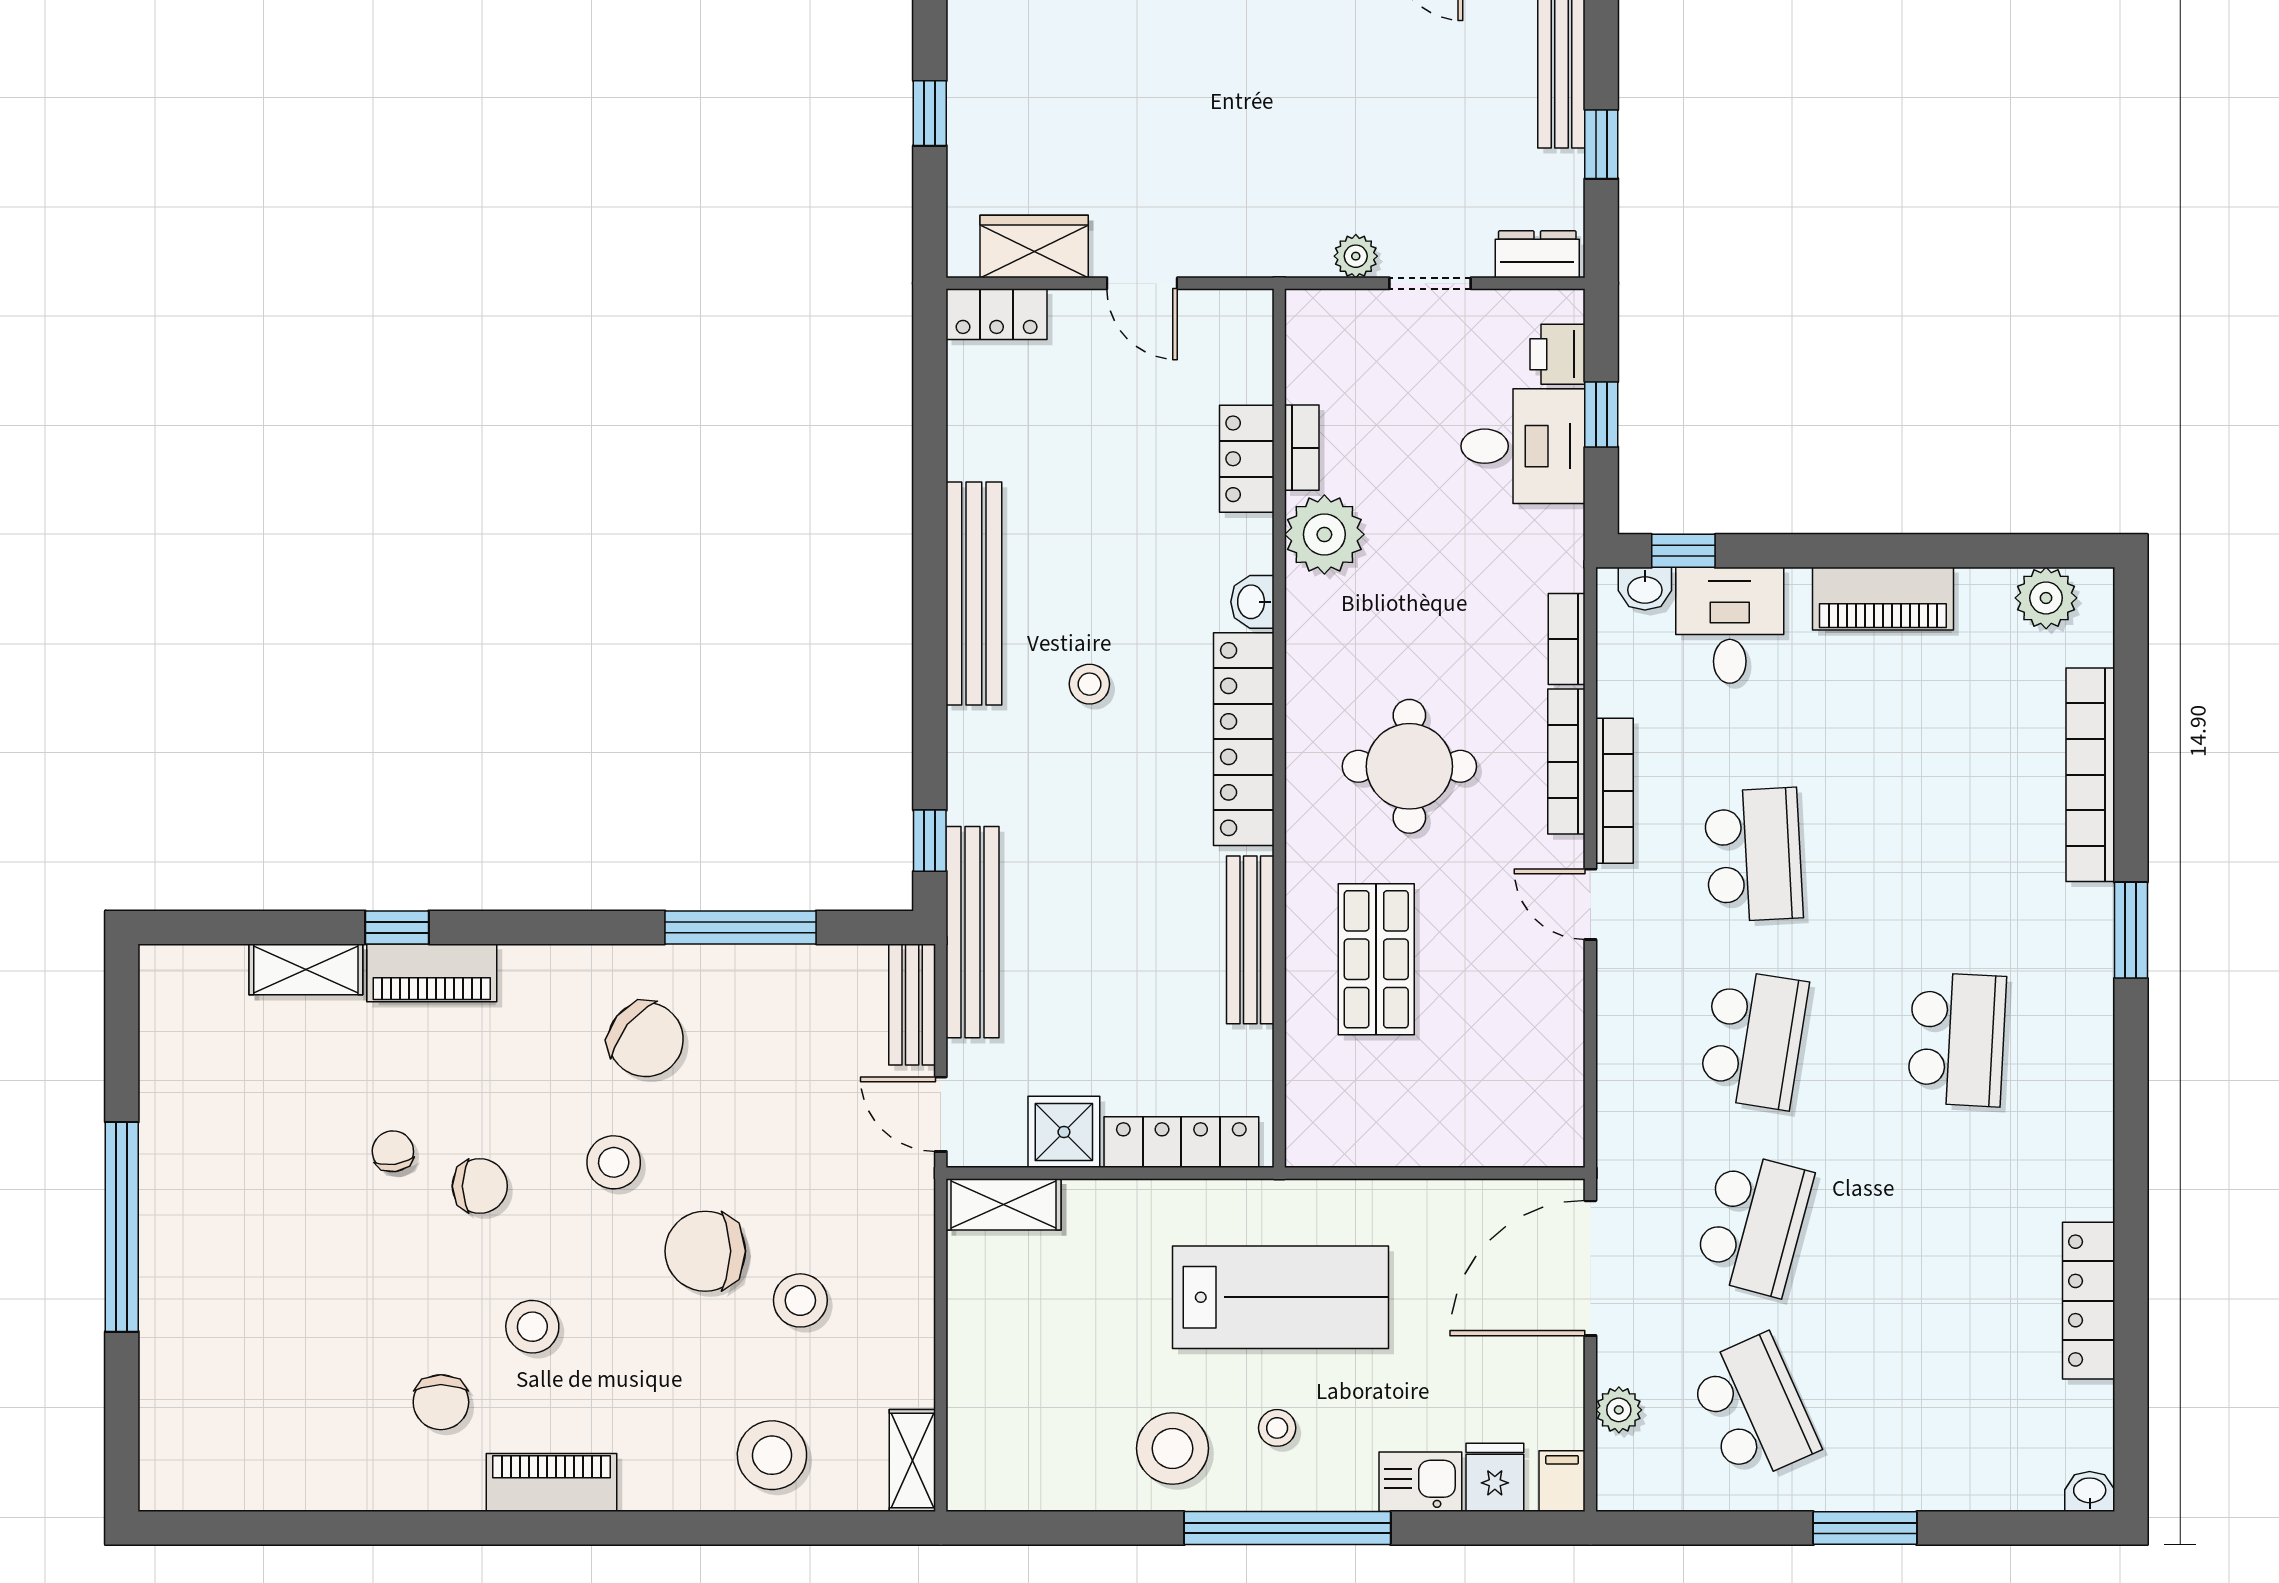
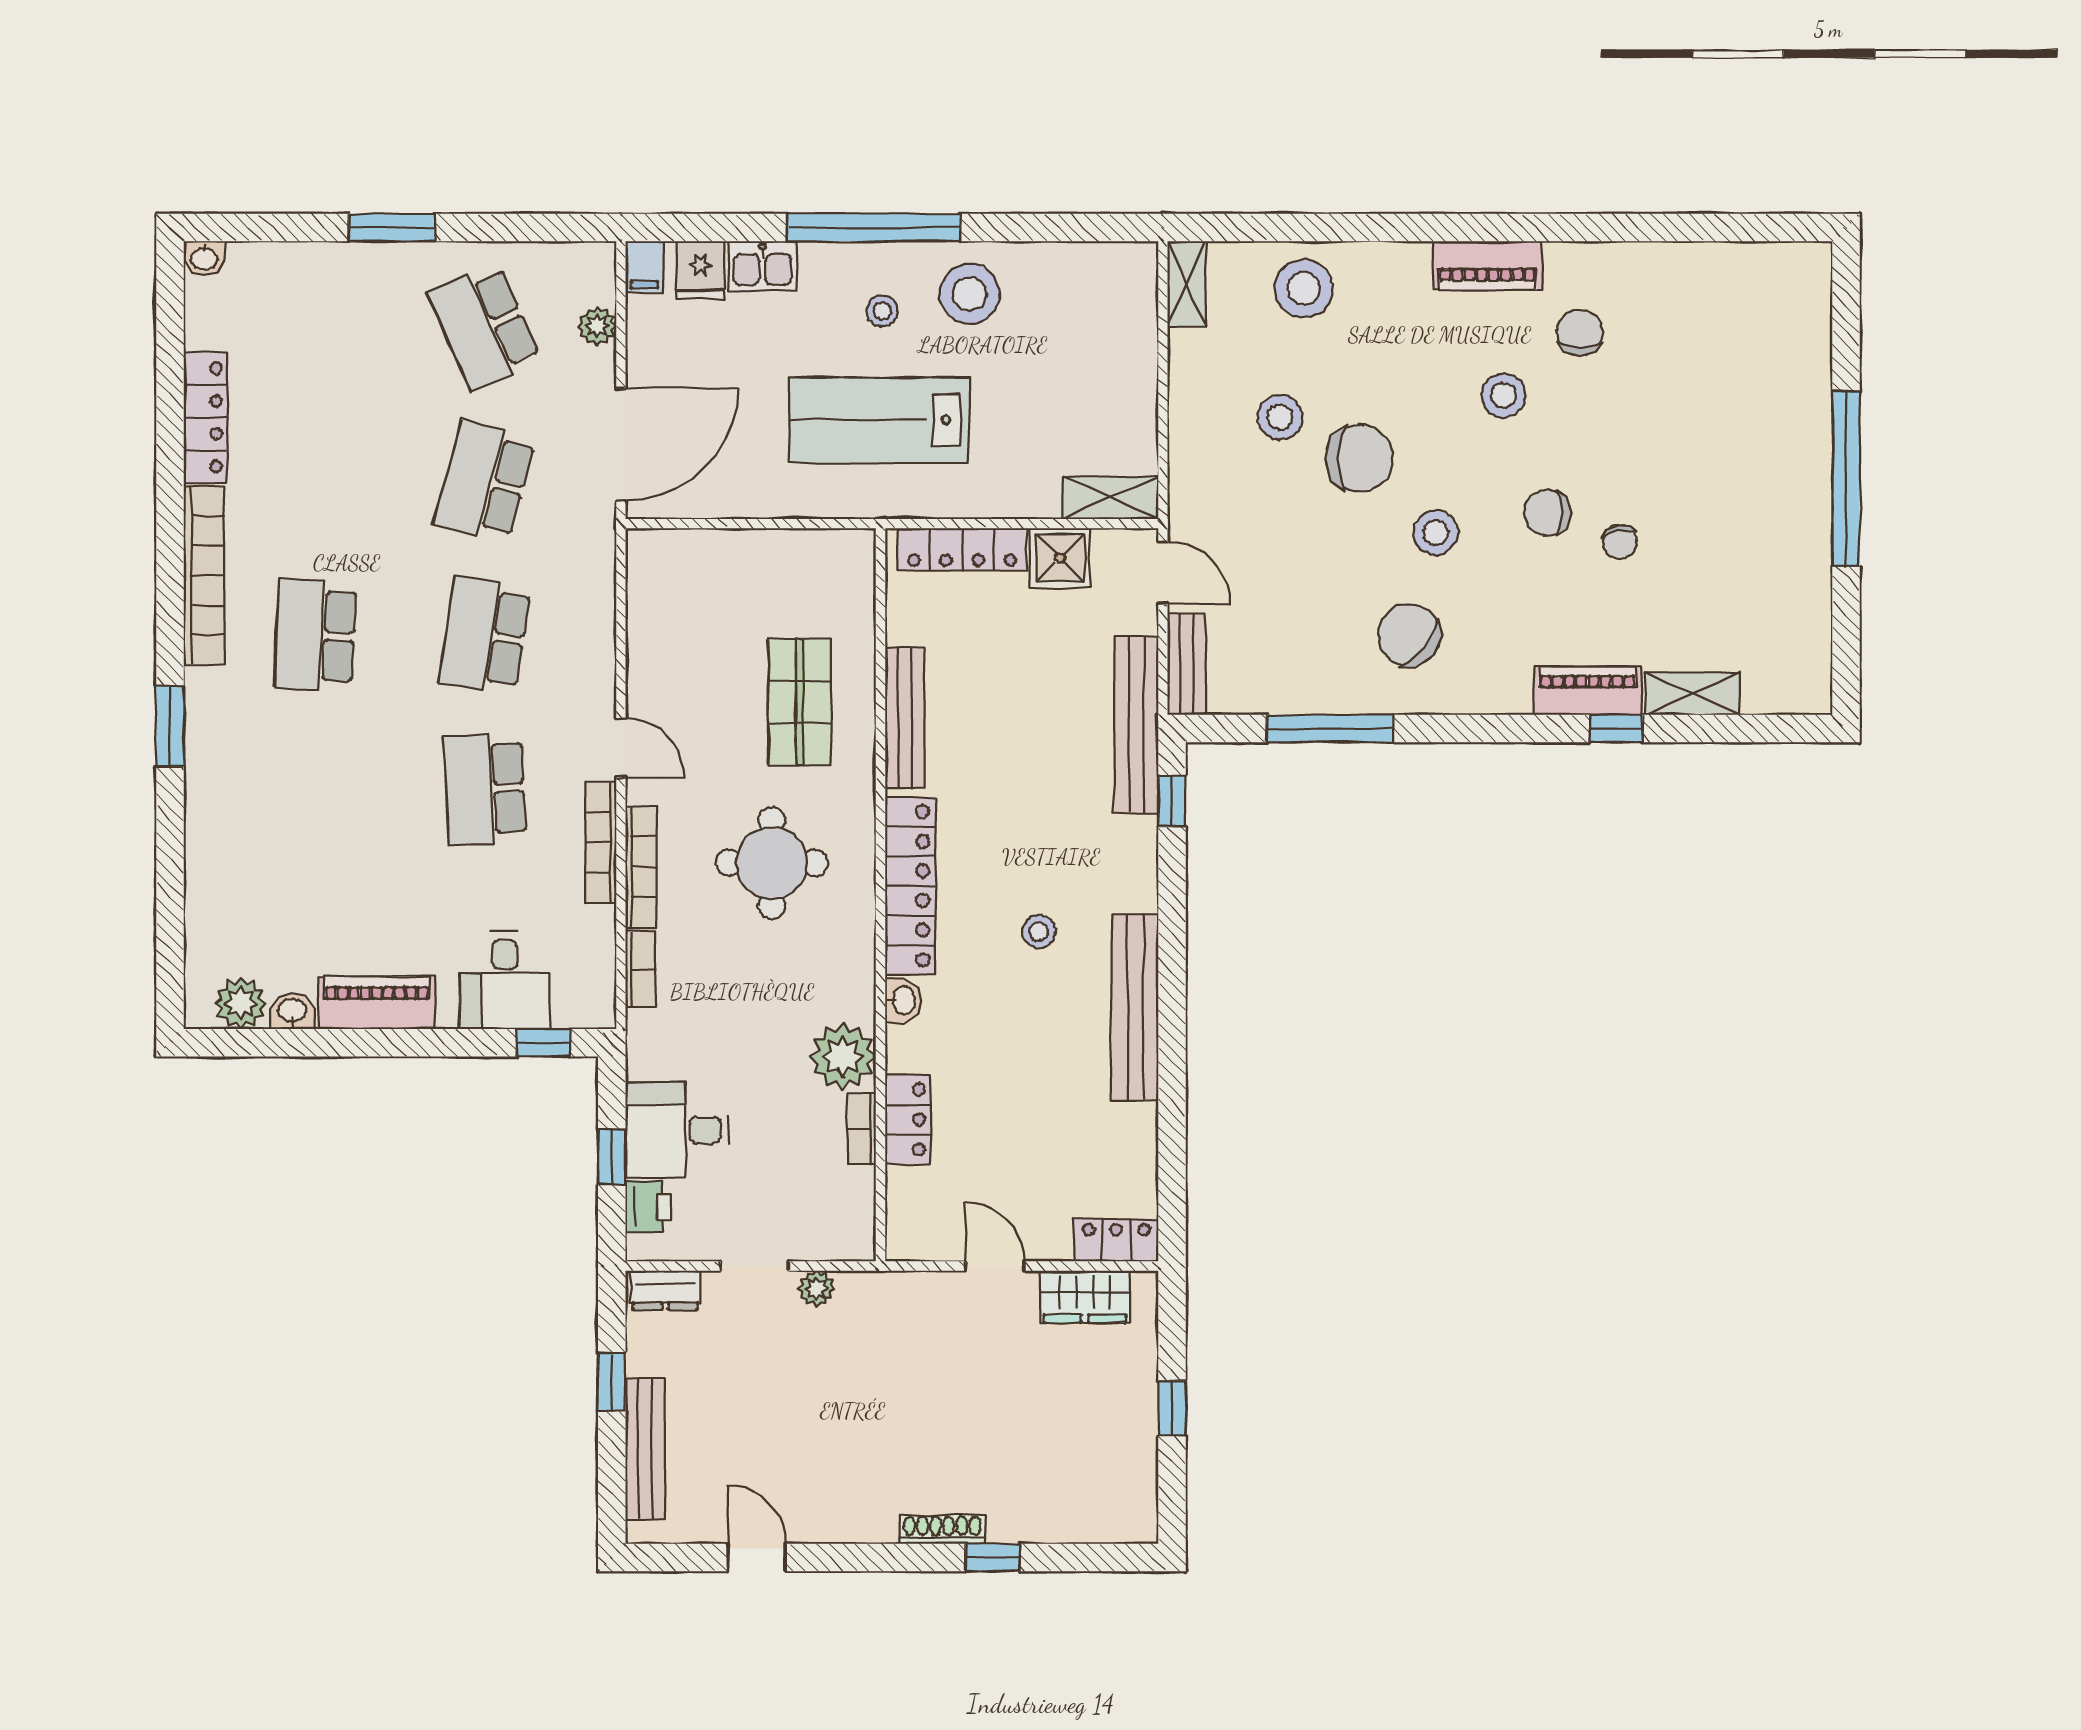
washbasin: (1645, 589) -> (292, 1011), moved
bookcase: (2090, 775) -> (204, 576), moved

